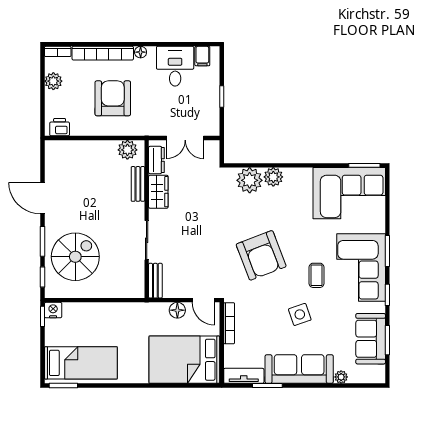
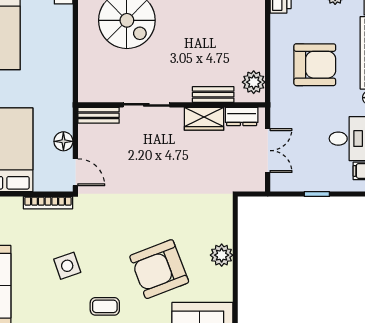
double door: (185, 138) -> (268, 151), swing flipped
plant: (250, 180) -> (218, 227), removed
armchair: (261, 255) -> (159, 269), moved
door: (203, 300) -> (75, 172), swing flipped
side table: (300, 314) -> (67, 266), moved

